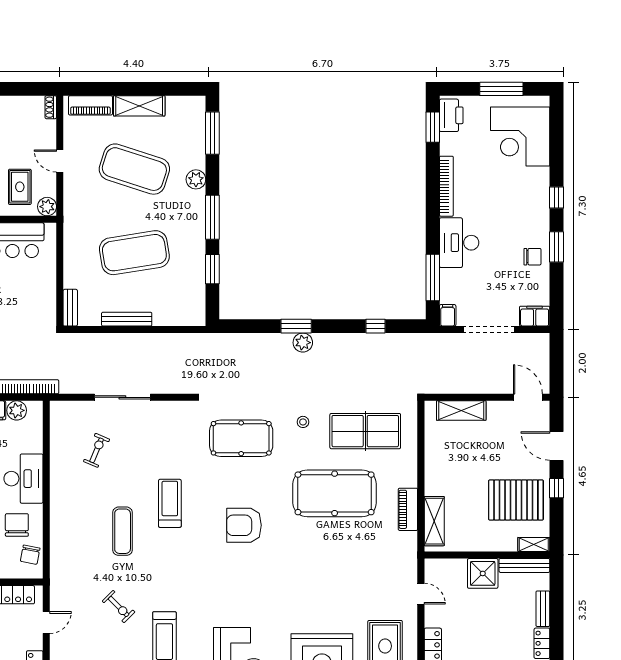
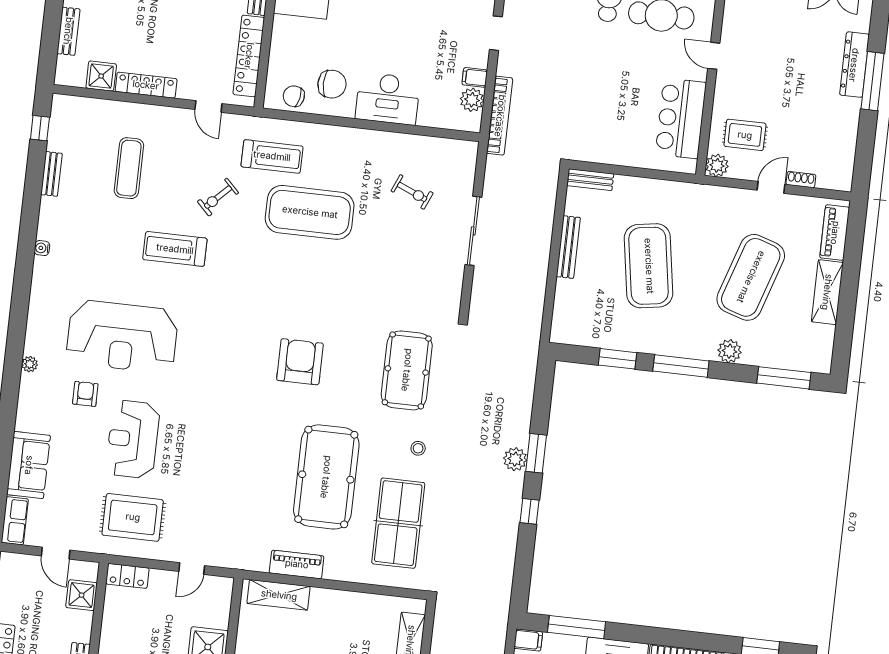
shoe rack: (51, 107) -> (801, 180), moved
window: (376, 326) -> (530, 511), moved
treadmill: (170, 503) -> (272, 156), moved
exercise mat: (123, 531) -> (310, 212), width x2.00, depth x1.45

